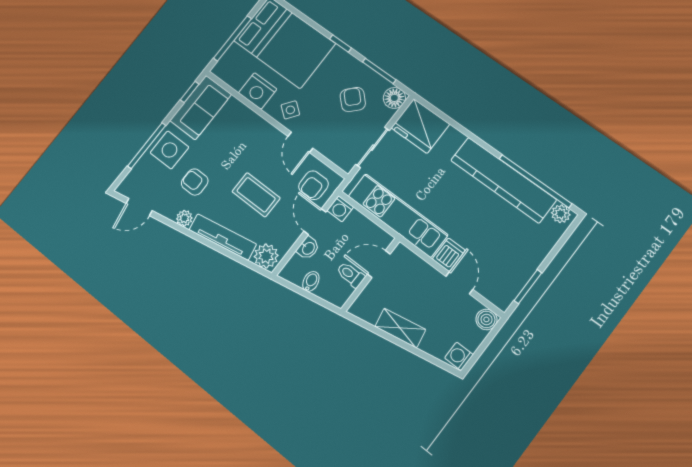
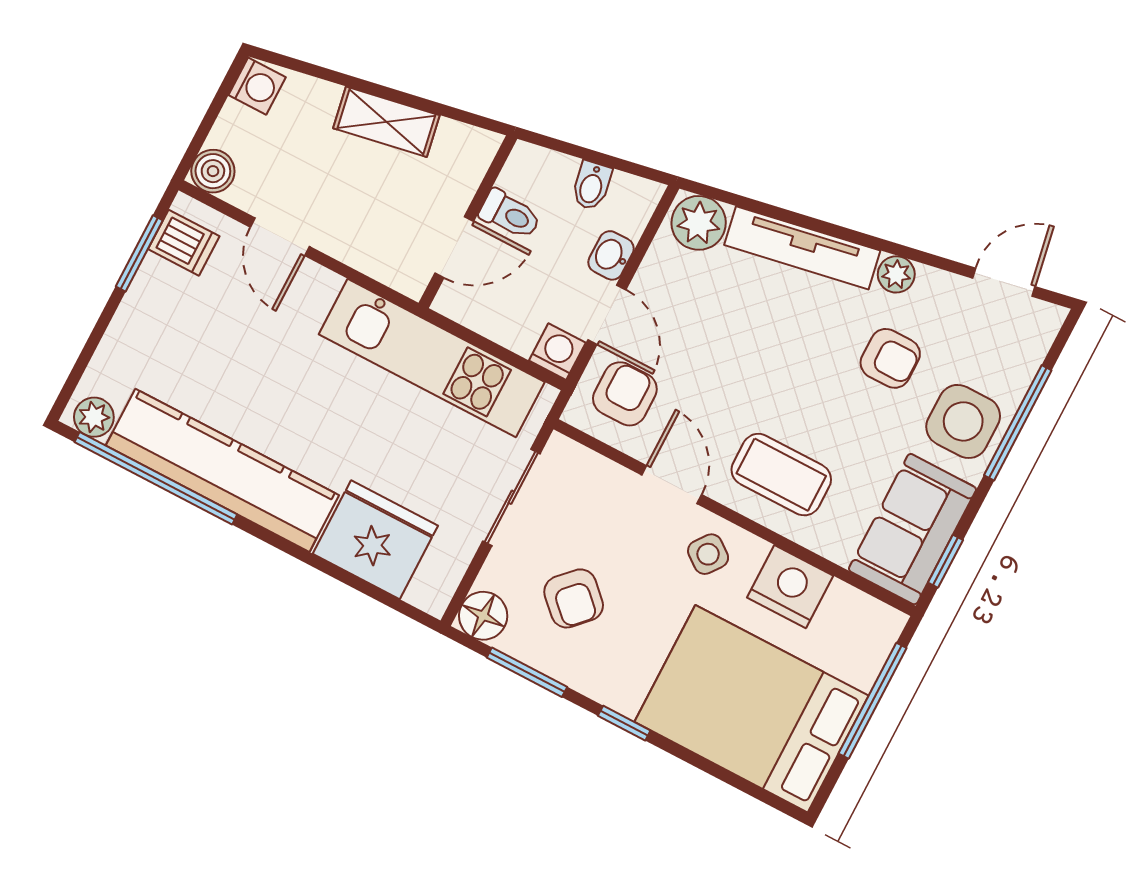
fridge: (420, 126) -> (375, 540), moved
coffee table: (256, 195) -> (781, 475), moved
dishwasher: (449, 255) -> (184, 243), moved, turned -90

